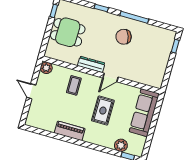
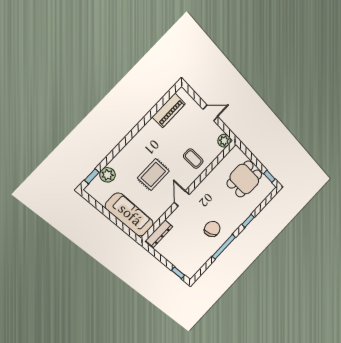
dresser: (91, 64) -> (159, 234), moved
rug: (103, 111) -> (153, 175), turned 90
piano: (70, 131) -> (169, 110), moved

